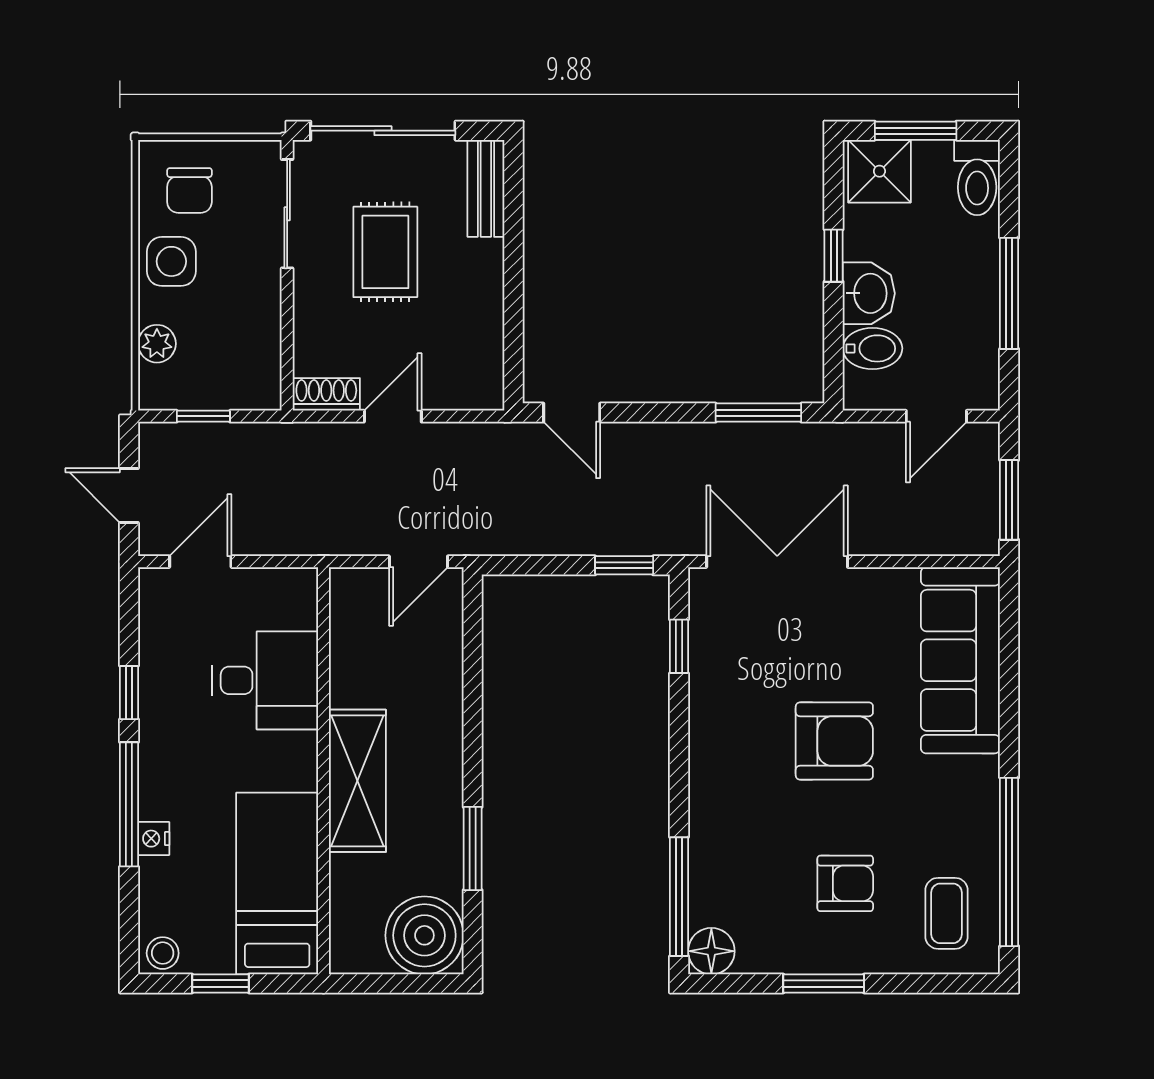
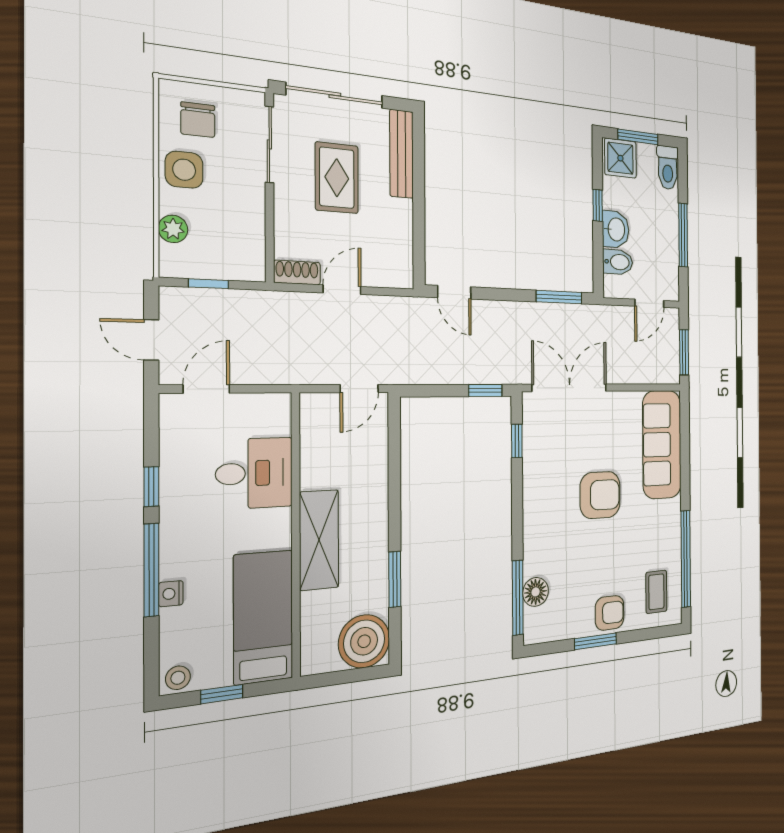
bench: (486, 188) -> (401, 154), width x1.36
armchair: (845, 883) -> (610, 613), moved
floor lamp: (711, 951) -> (536, 592), moved

